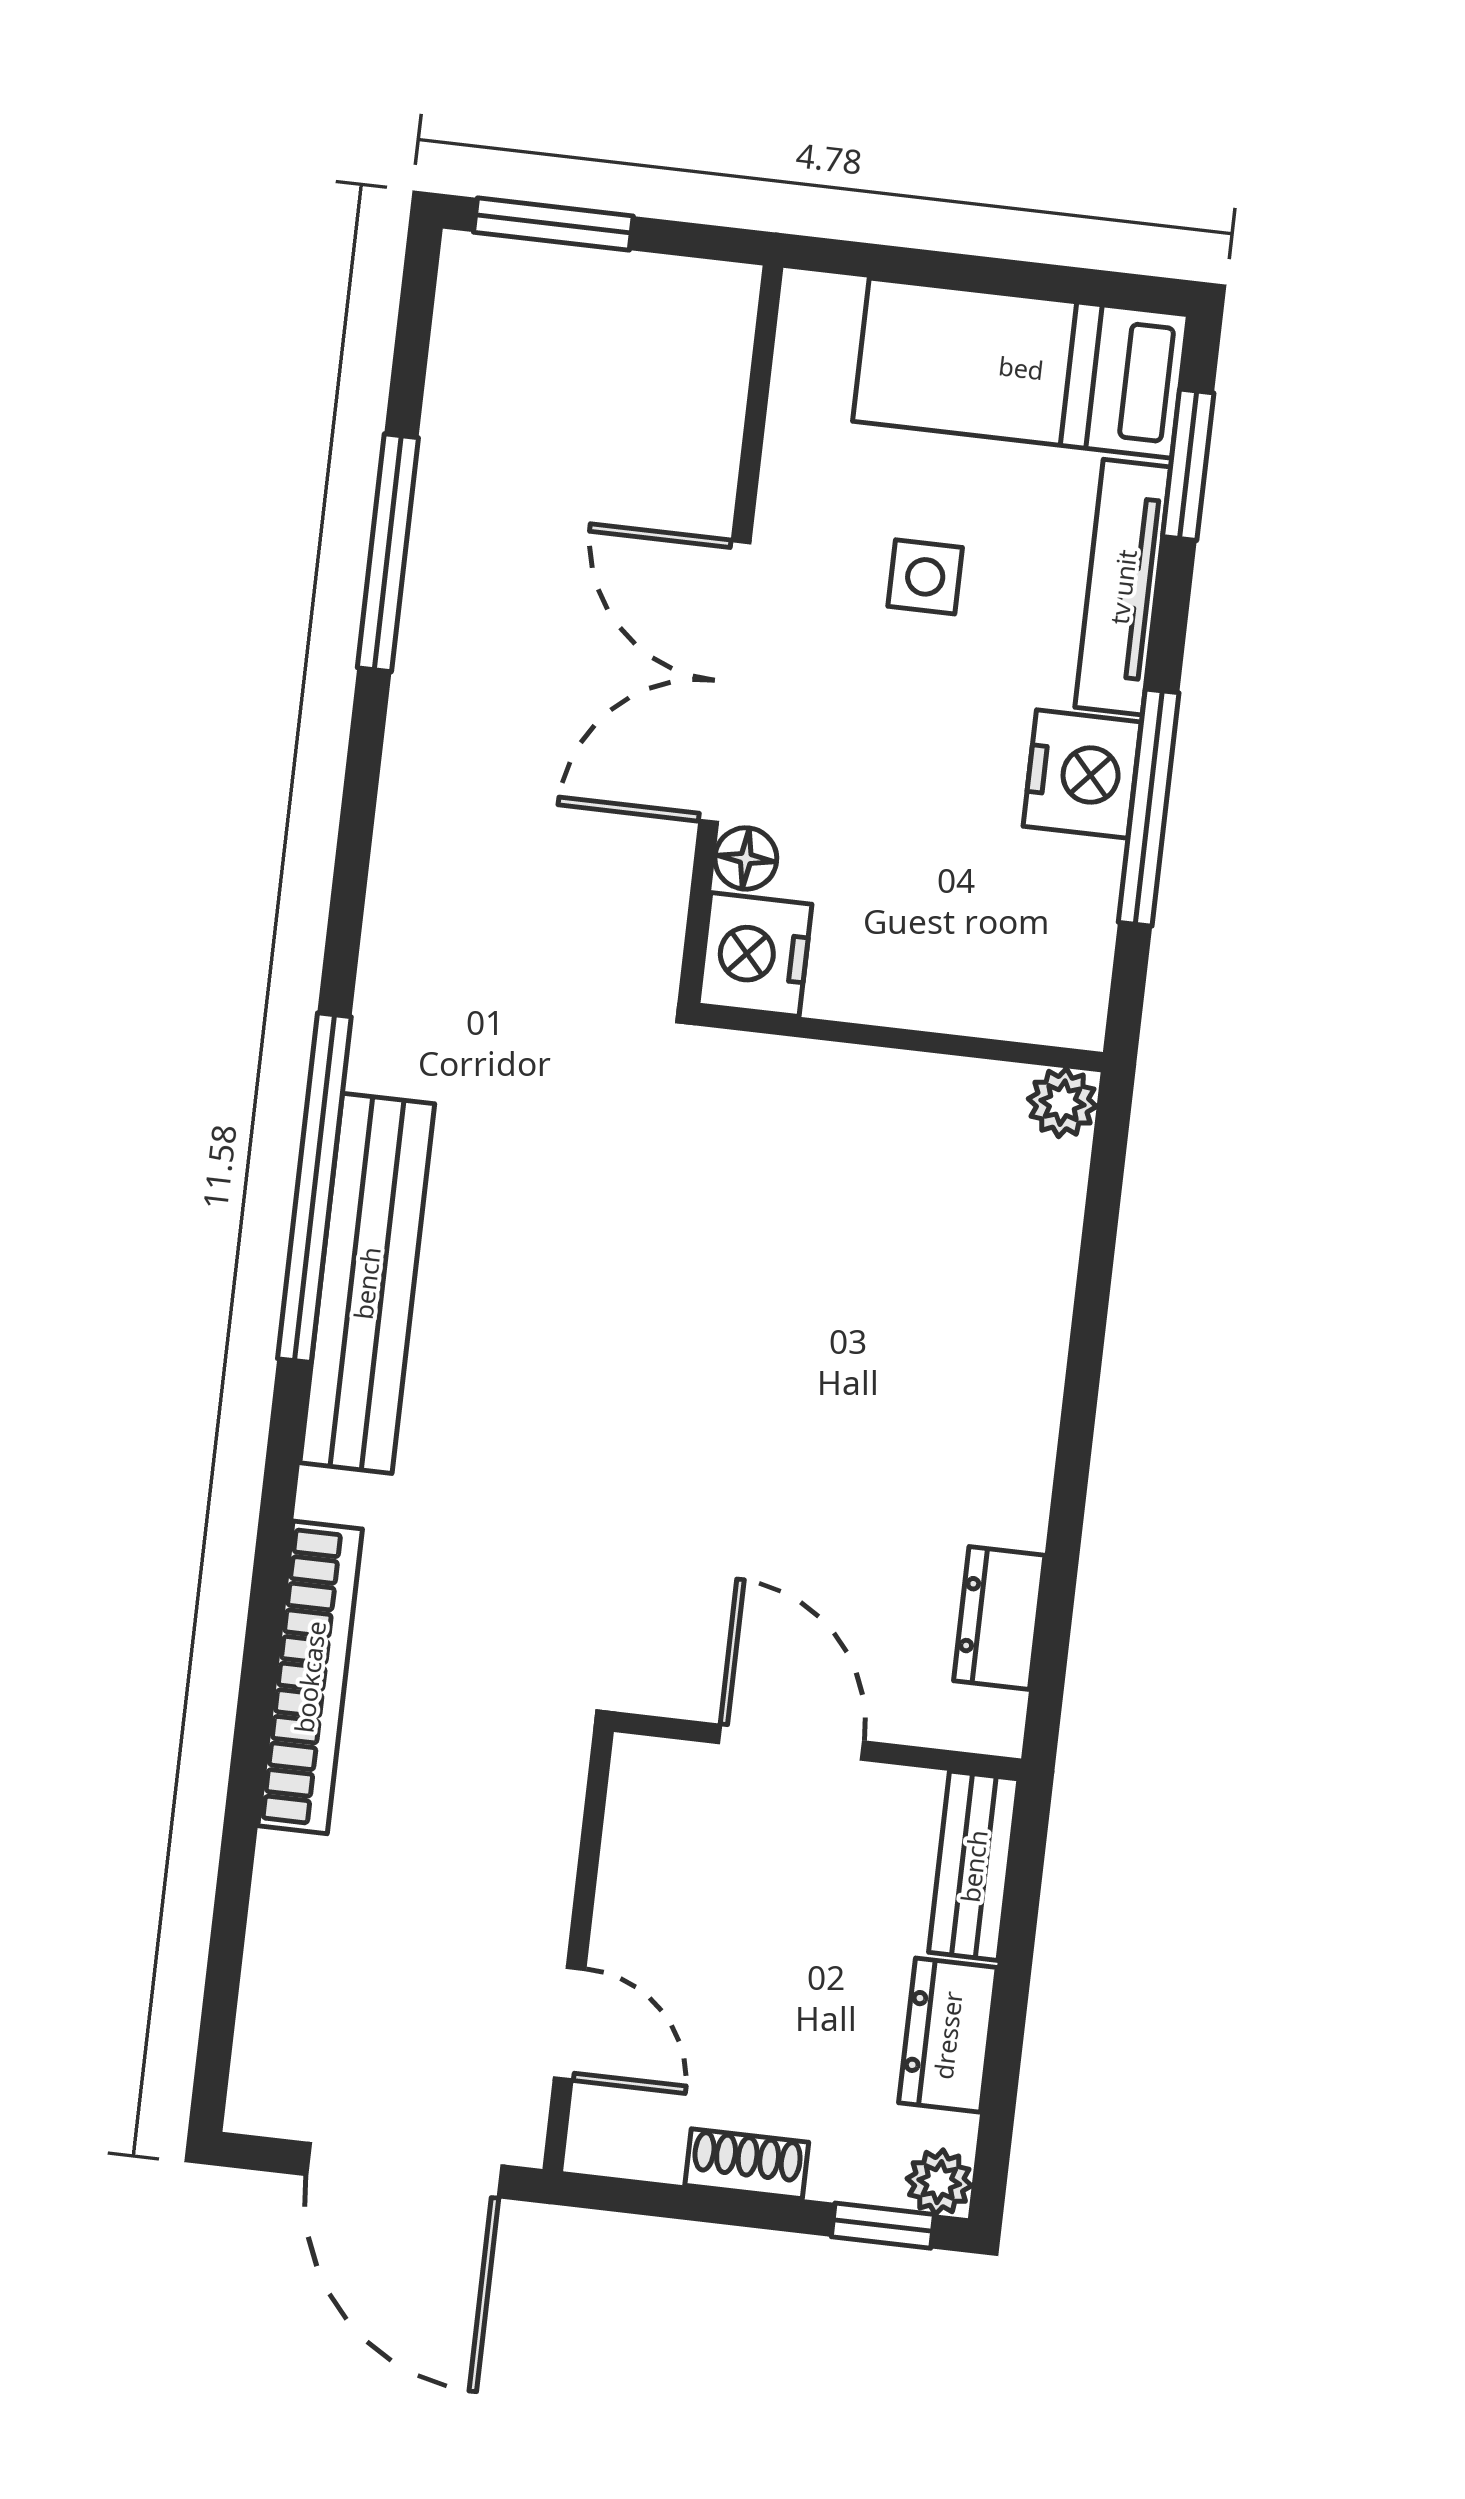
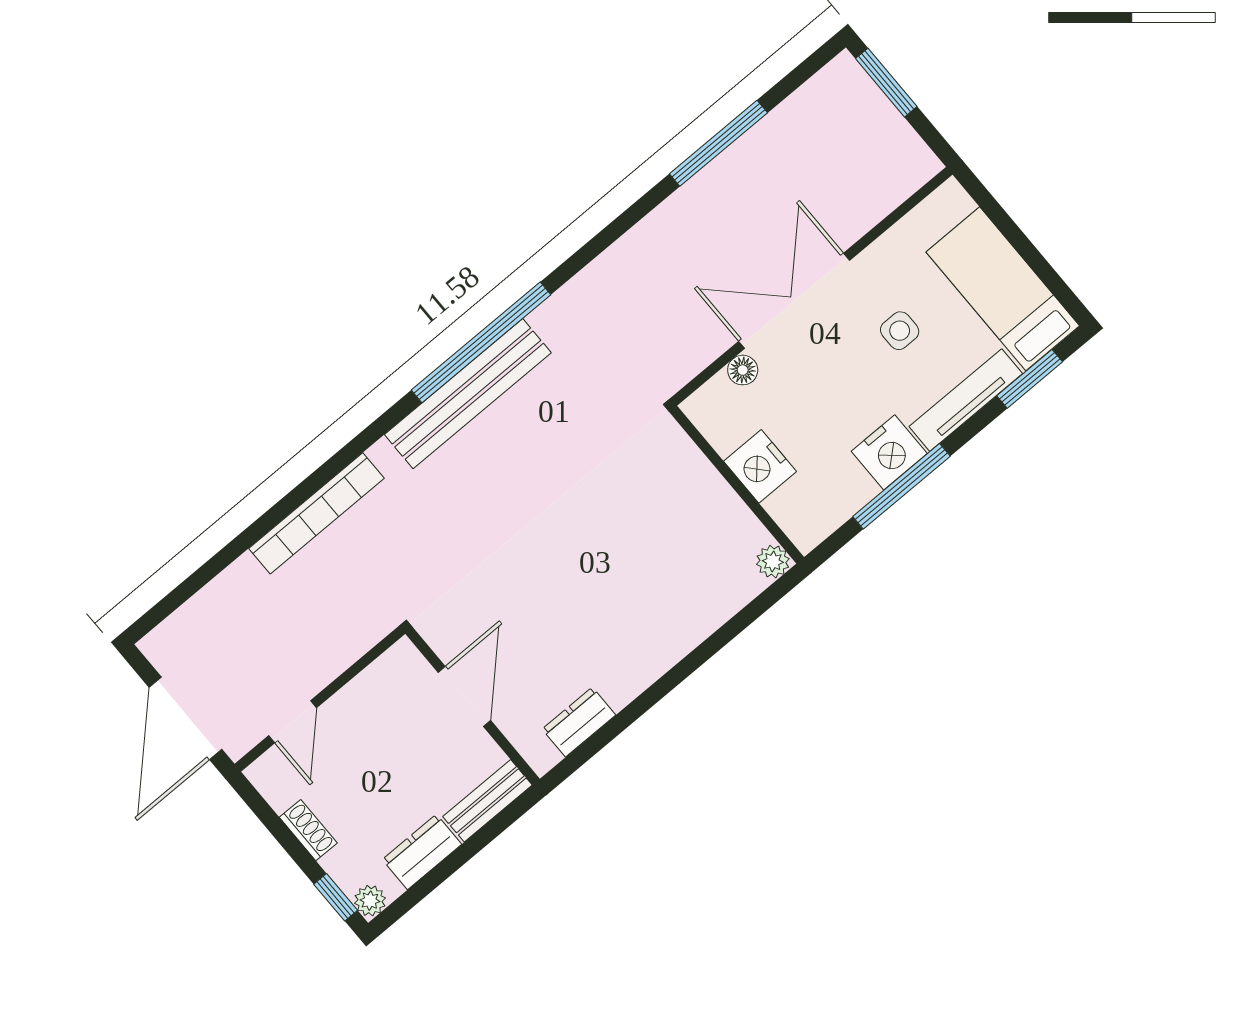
nightstand: (755, 955) -> (760, 466), moved, turned -90

